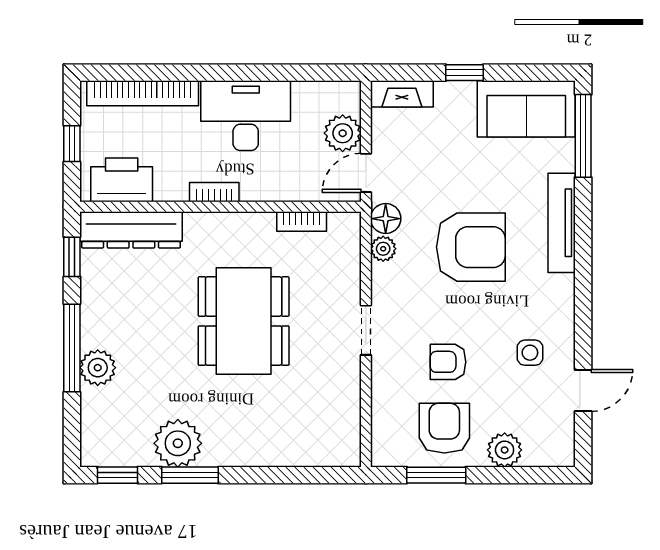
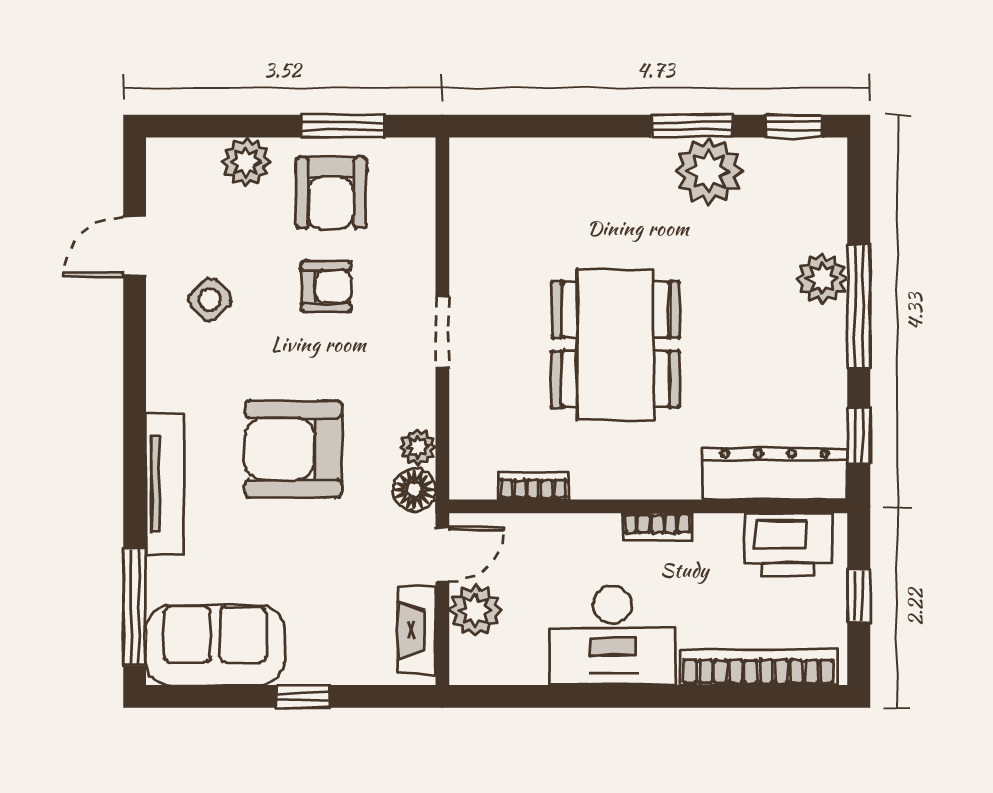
fireplace: (402, 94) -> (417, 630), moved, turned -90
side table: (530, 353) -> (210, 300), turned 45

